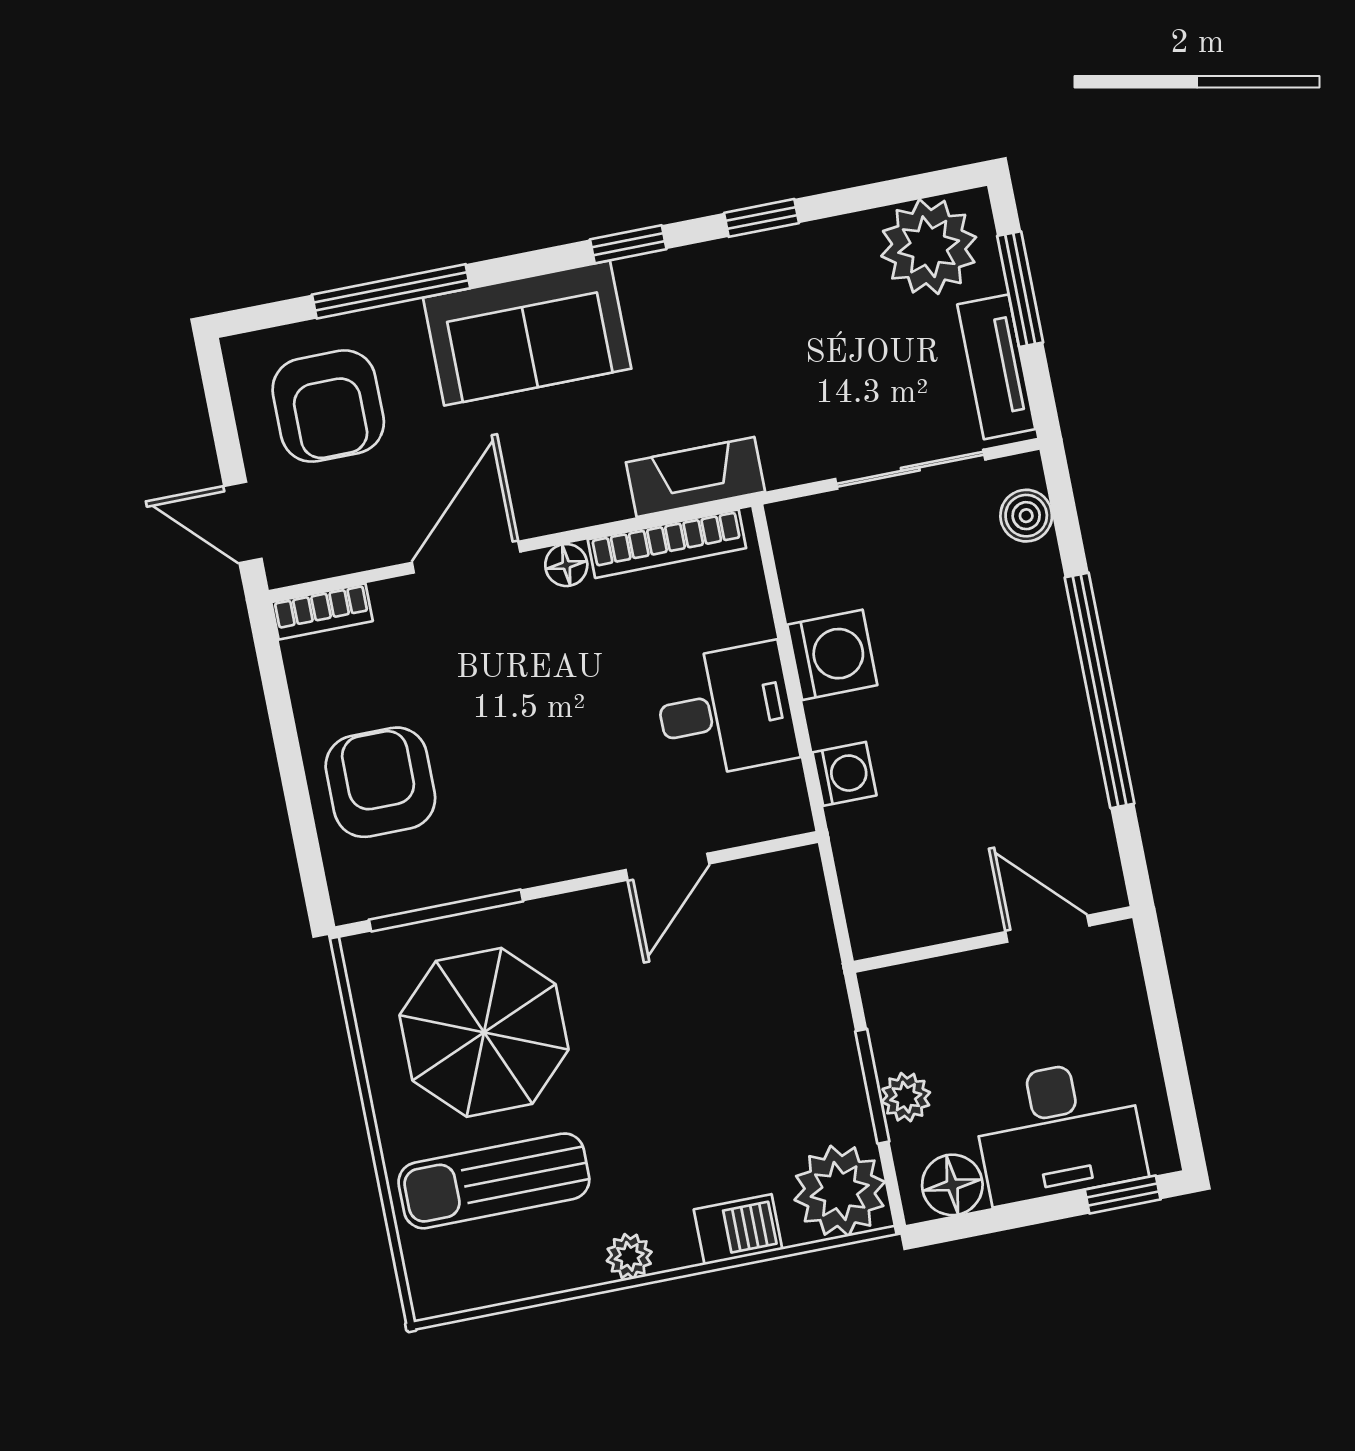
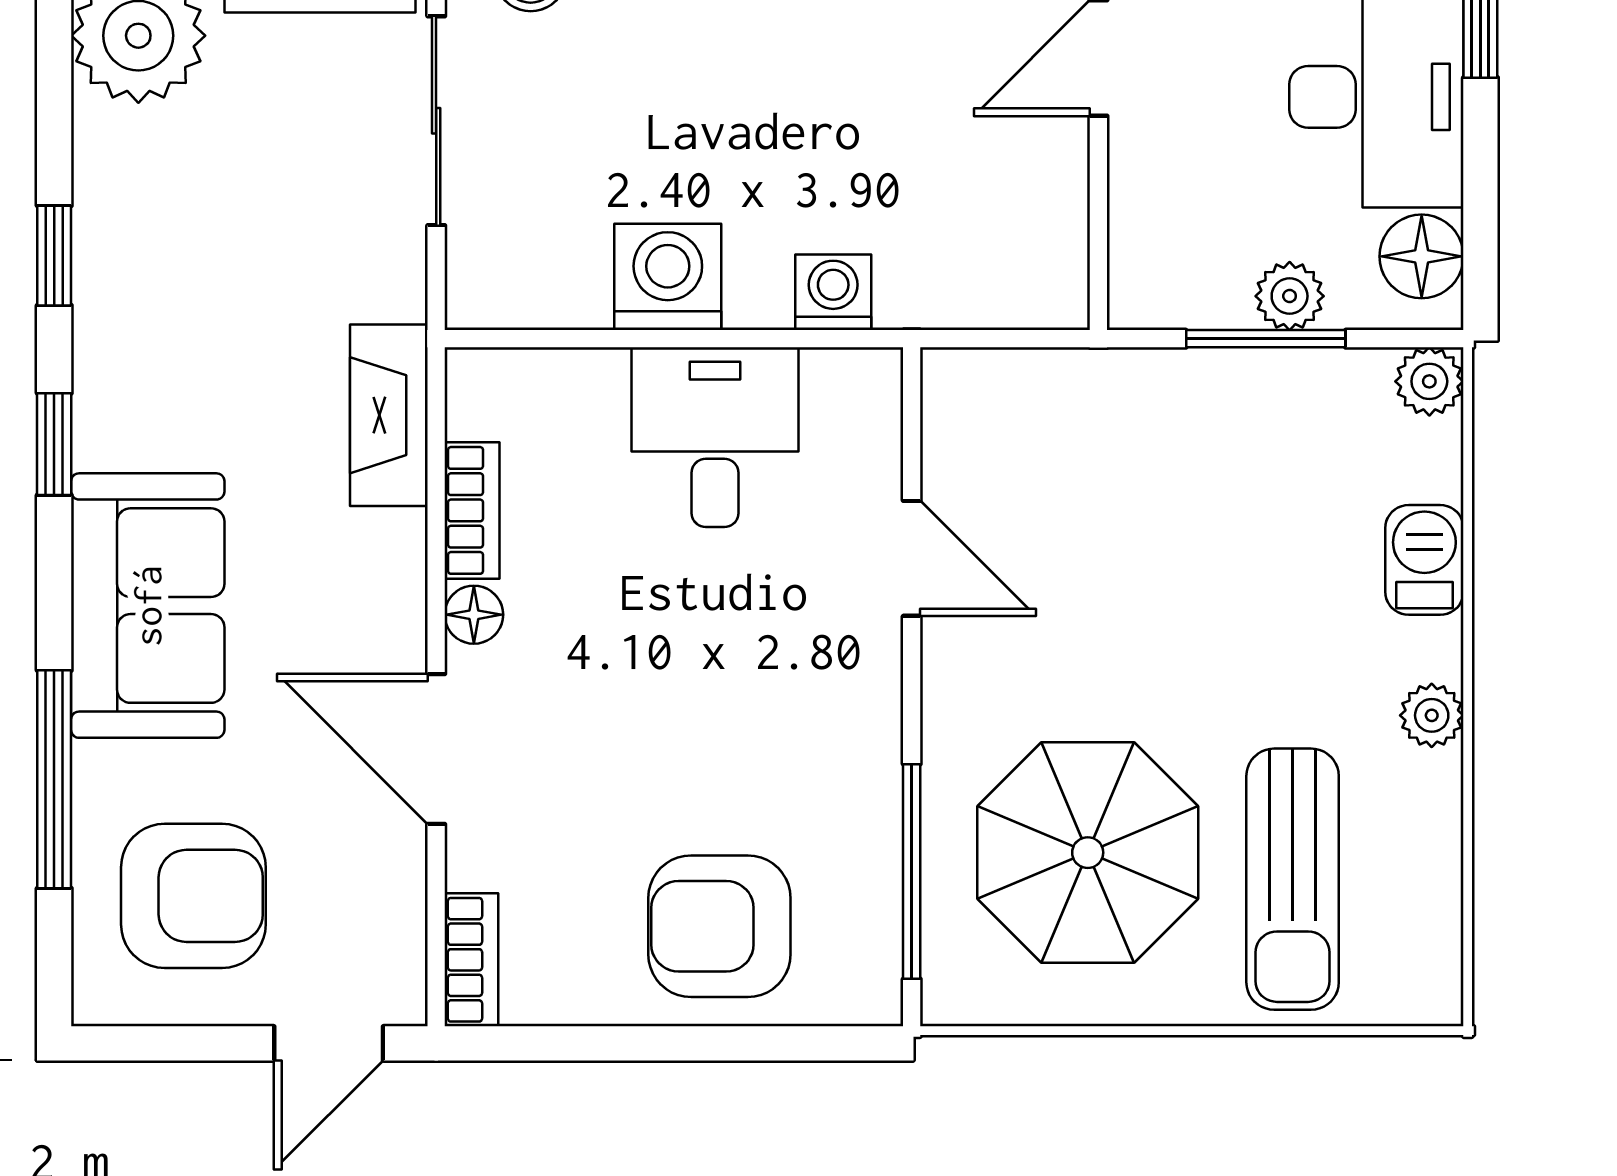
bookcase: (667, 544) -> (472, 510), width x0.64
plant: (840, 1191) -> (1429, 381), width x0.53, depth x0.53

